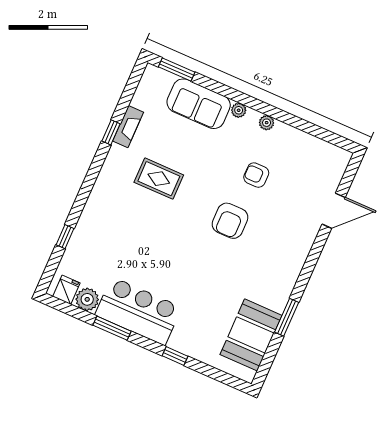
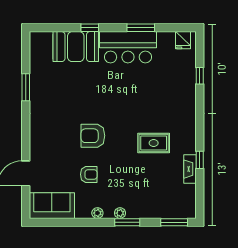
window: (235, 95) -> (127, 222), added
sofa: (199, 104) -> (52, 206), moved
armchair: (230, 221) -> (93, 136), turned -90
plant: (87, 299) -> (166, 40), removed
booth: (251, 335) -> (76, 47), moved, turned 90

